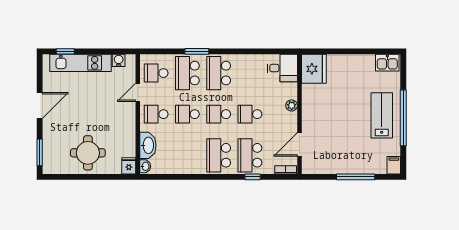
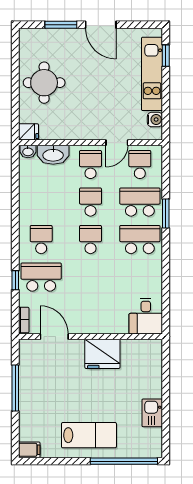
kitchen sink: (387, 63) -> (152, 413), moved
fridge: (314, 69) -> (102, 354), moved
door: (138, 92) -> (117, 143), swing flipped
plant: (292, 105) -> (101, 327), removed
school desk: (250, 114) -> (90, 277), removed
window: (403, 118) -> (124, 461), moved
window: (40, 152) -> (61, 25), moved
school desk: (219, 155) -> (41, 240), width x0.54
window: (356, 177) -> (15, 388), moved

